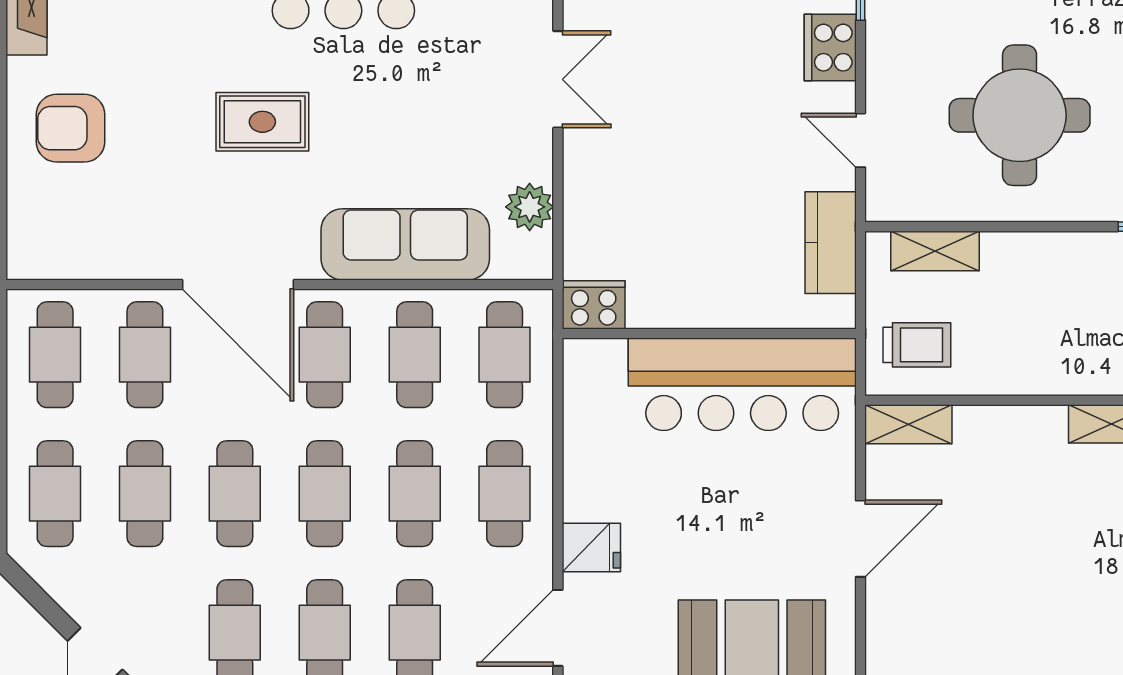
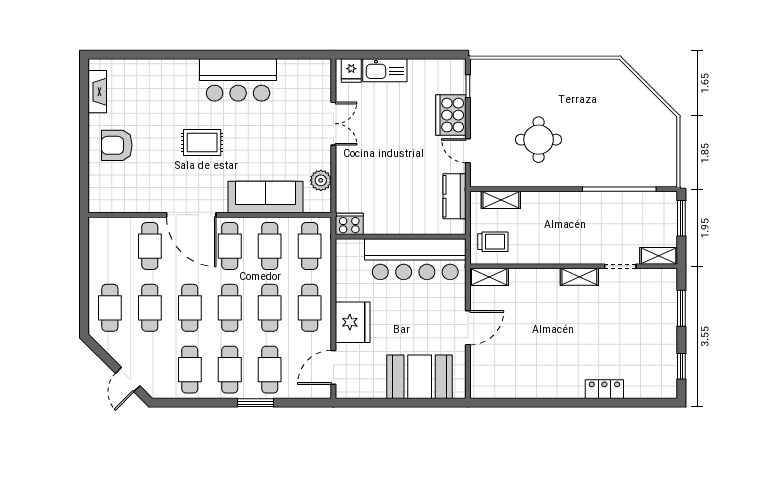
cooker: (830, 48) -> (451, 115), width x1.37, depth x1.31
round table: (1020, 115) -> (539, 140), width x0.73, depth x0.73
cafe table: (55, 355) -> (110, 246), removed
fridge: (591, 548) -> (353, 322), width x1.88, depth x1.34

